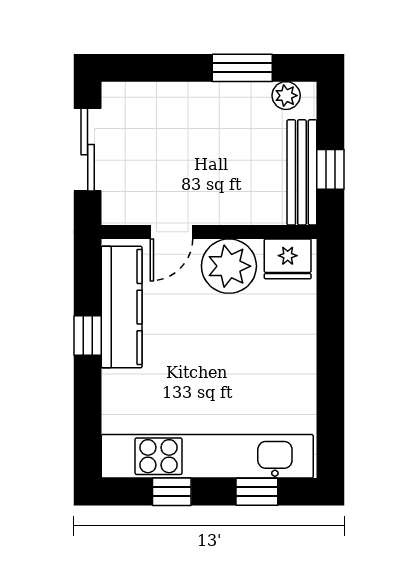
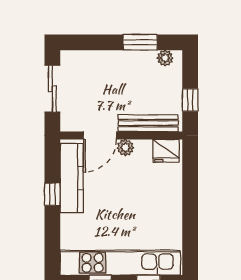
bench: (302, 172) -> (148, 123), moved, turned 90
door: (171, 232) -> (100, 135), width x1.38
plant: (229, 266) -> (125, 148), width x0.53, depth x0.53

